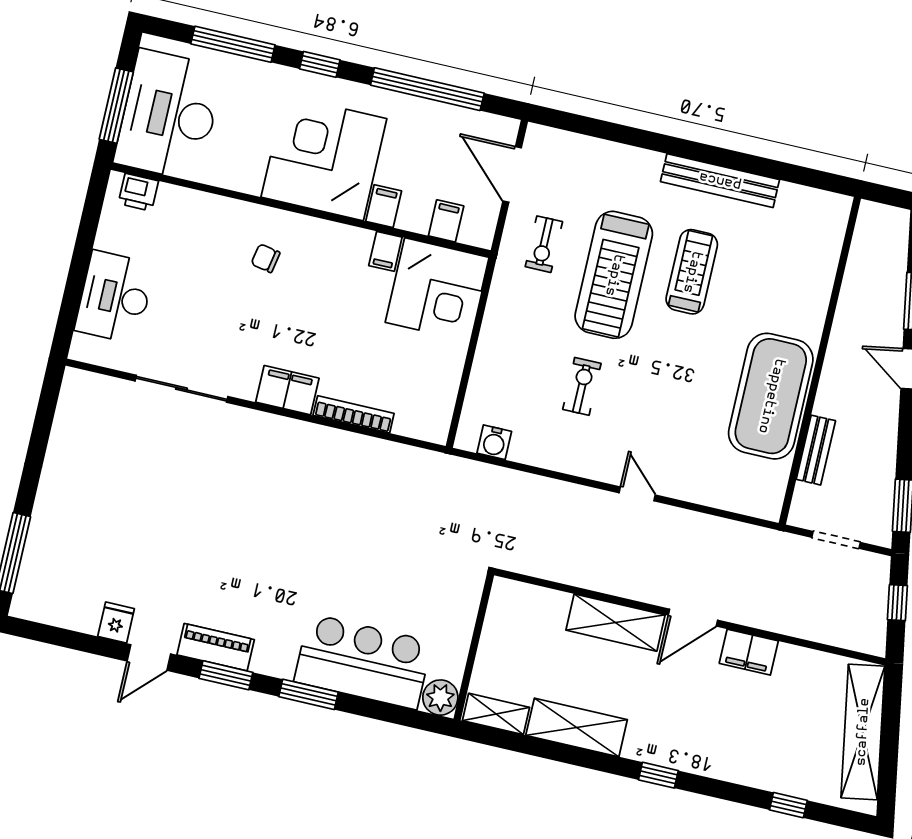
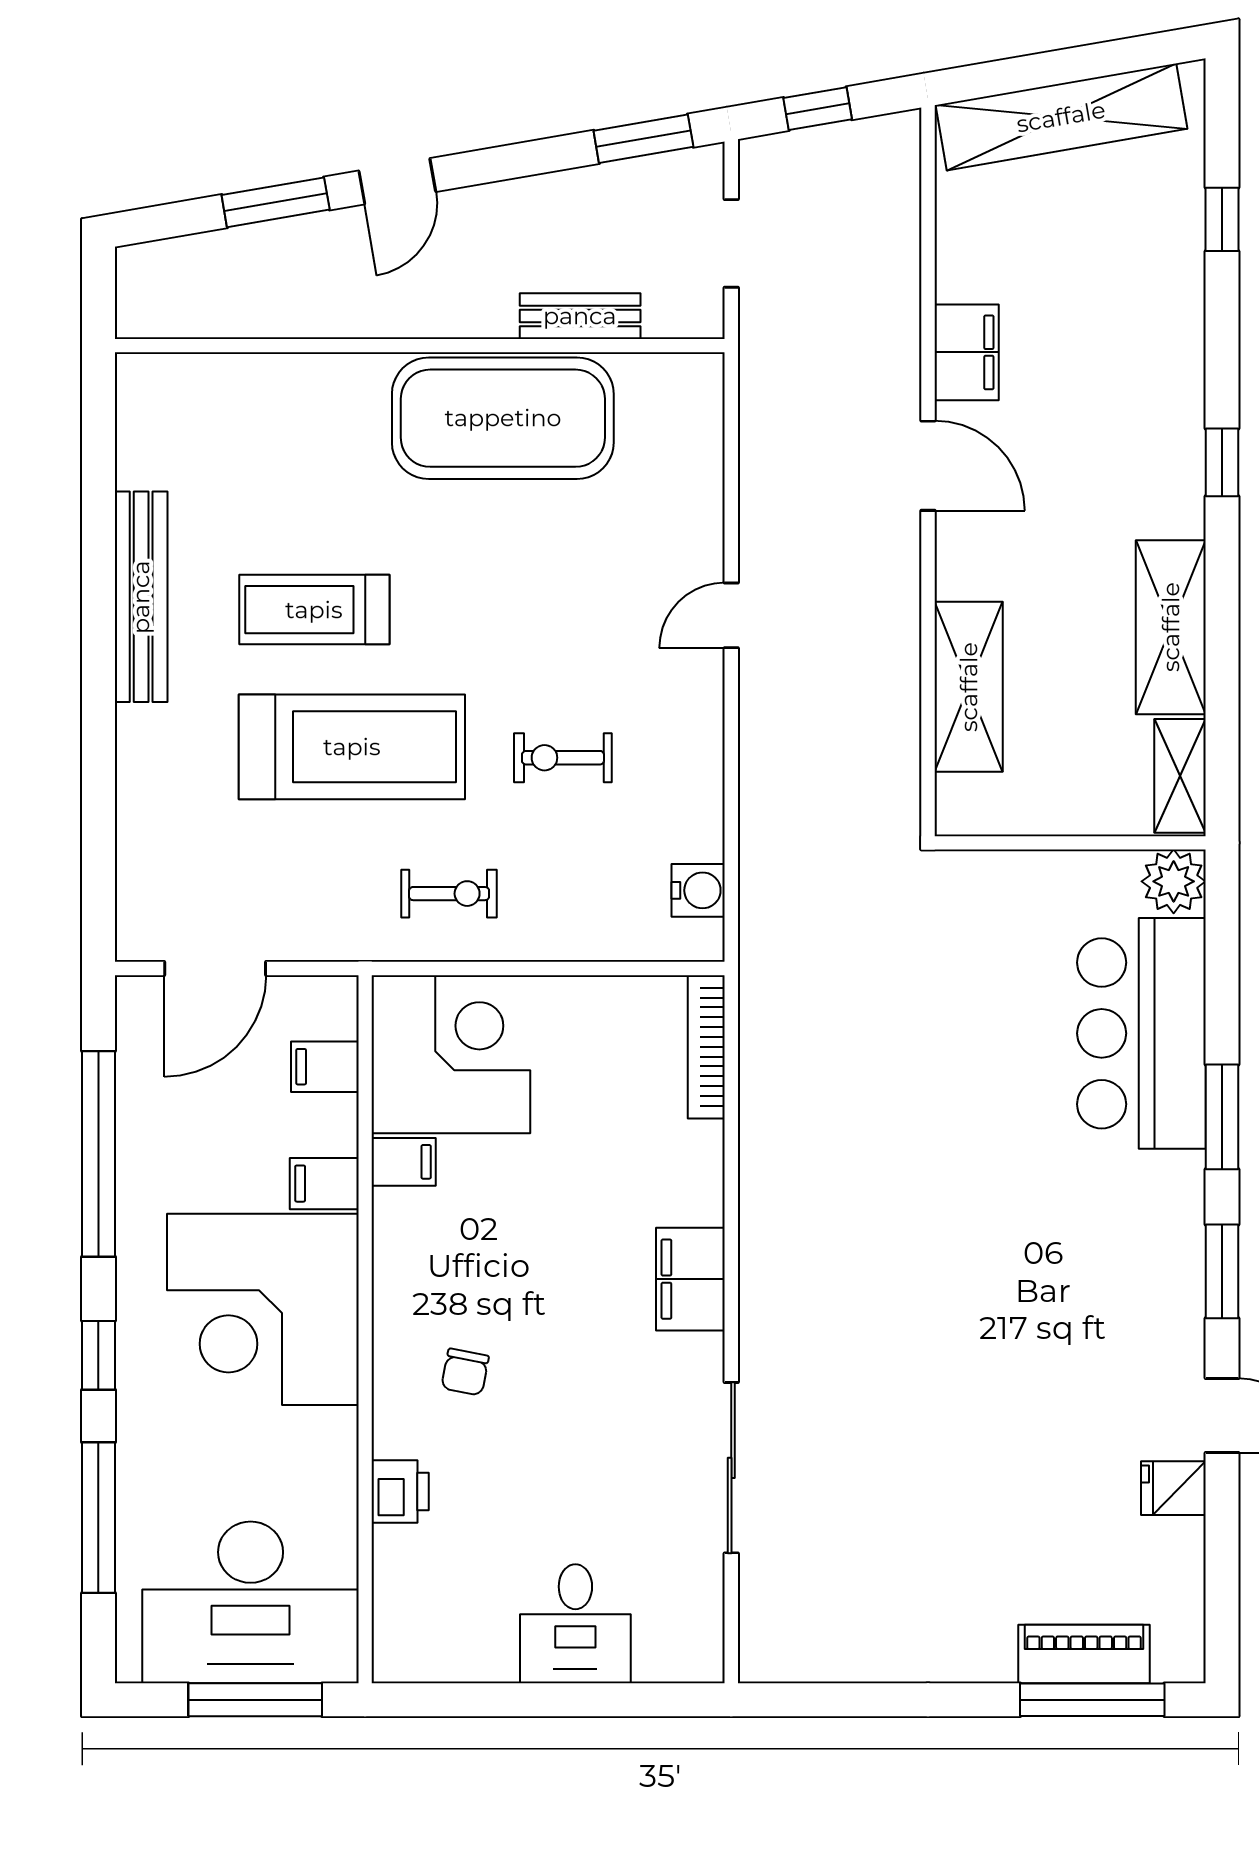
printer: (138, 192) -> (400, 1492), moved
exercise bike: (544, 244) -> (449, 894), moved
desk: (115, 297) -> (575, 1624), width x0.73
bookcase: (354, 414) -> (706, 1047), moved
shelving: (615, 623) -> (969, 687), moved
piano: (216, 647) -> (1084, 1654), moved, turned 90

